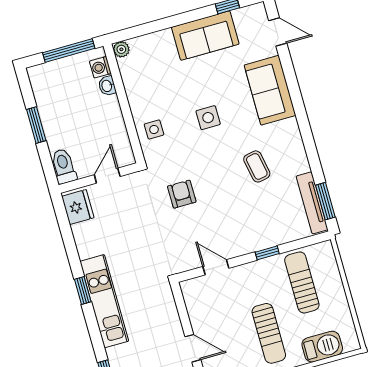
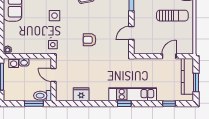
toilet: (64, 166) -> (43, 96), moved
door: (107, 176) -> (53, 75), moved
wall: (99, 178) -> (53, 80), moved

